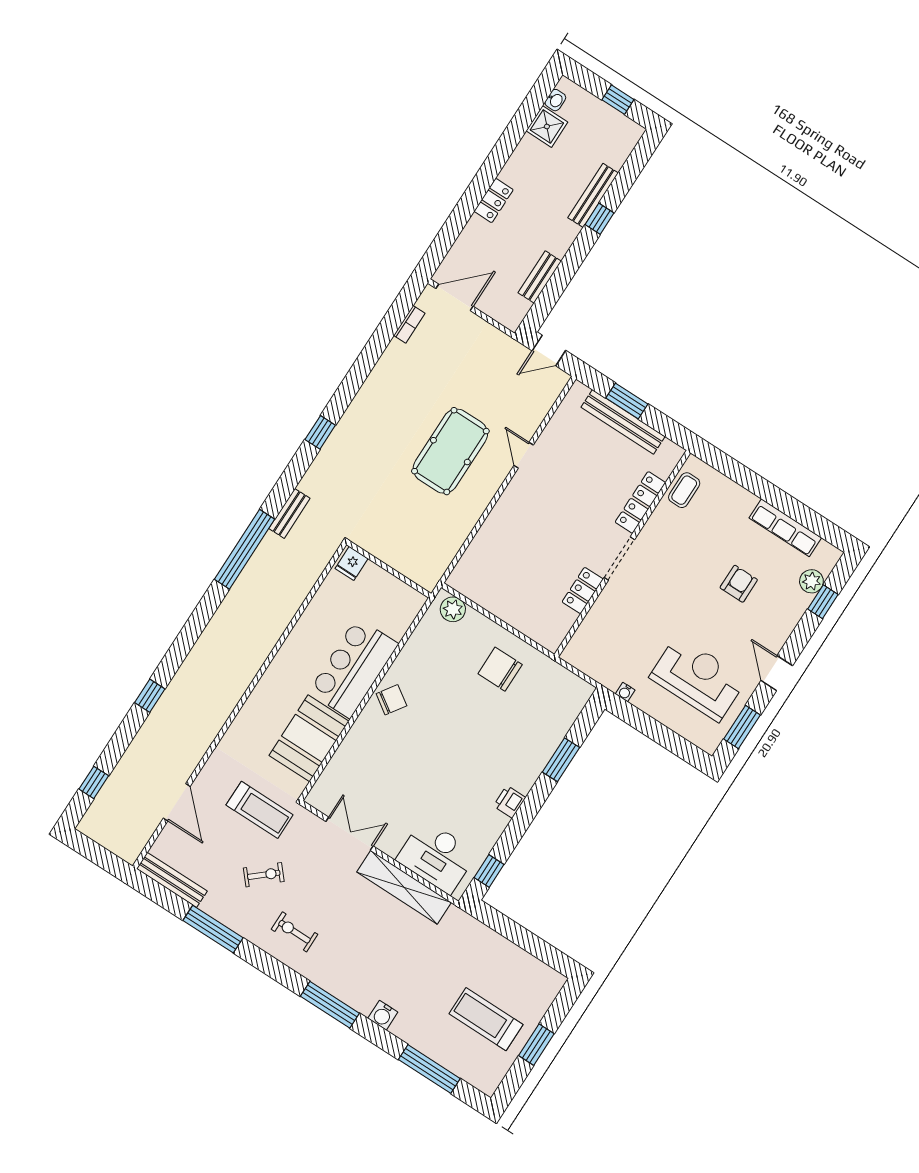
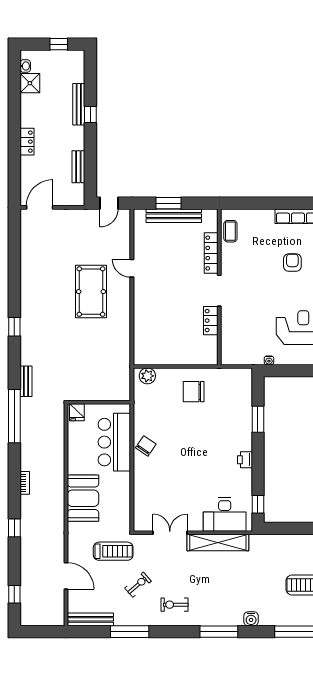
bookcase: (409, 324) -> (25, 483), moved
fridge: (352, 563) -> (77, 412), moved
wall: (389, 569) -> (99, 402), moved
booth: (309, 738) -> (83, 498), moved

